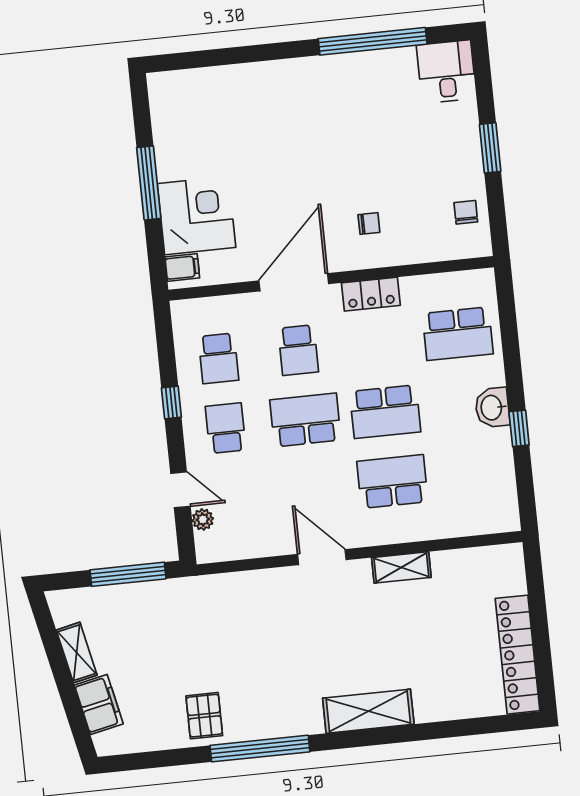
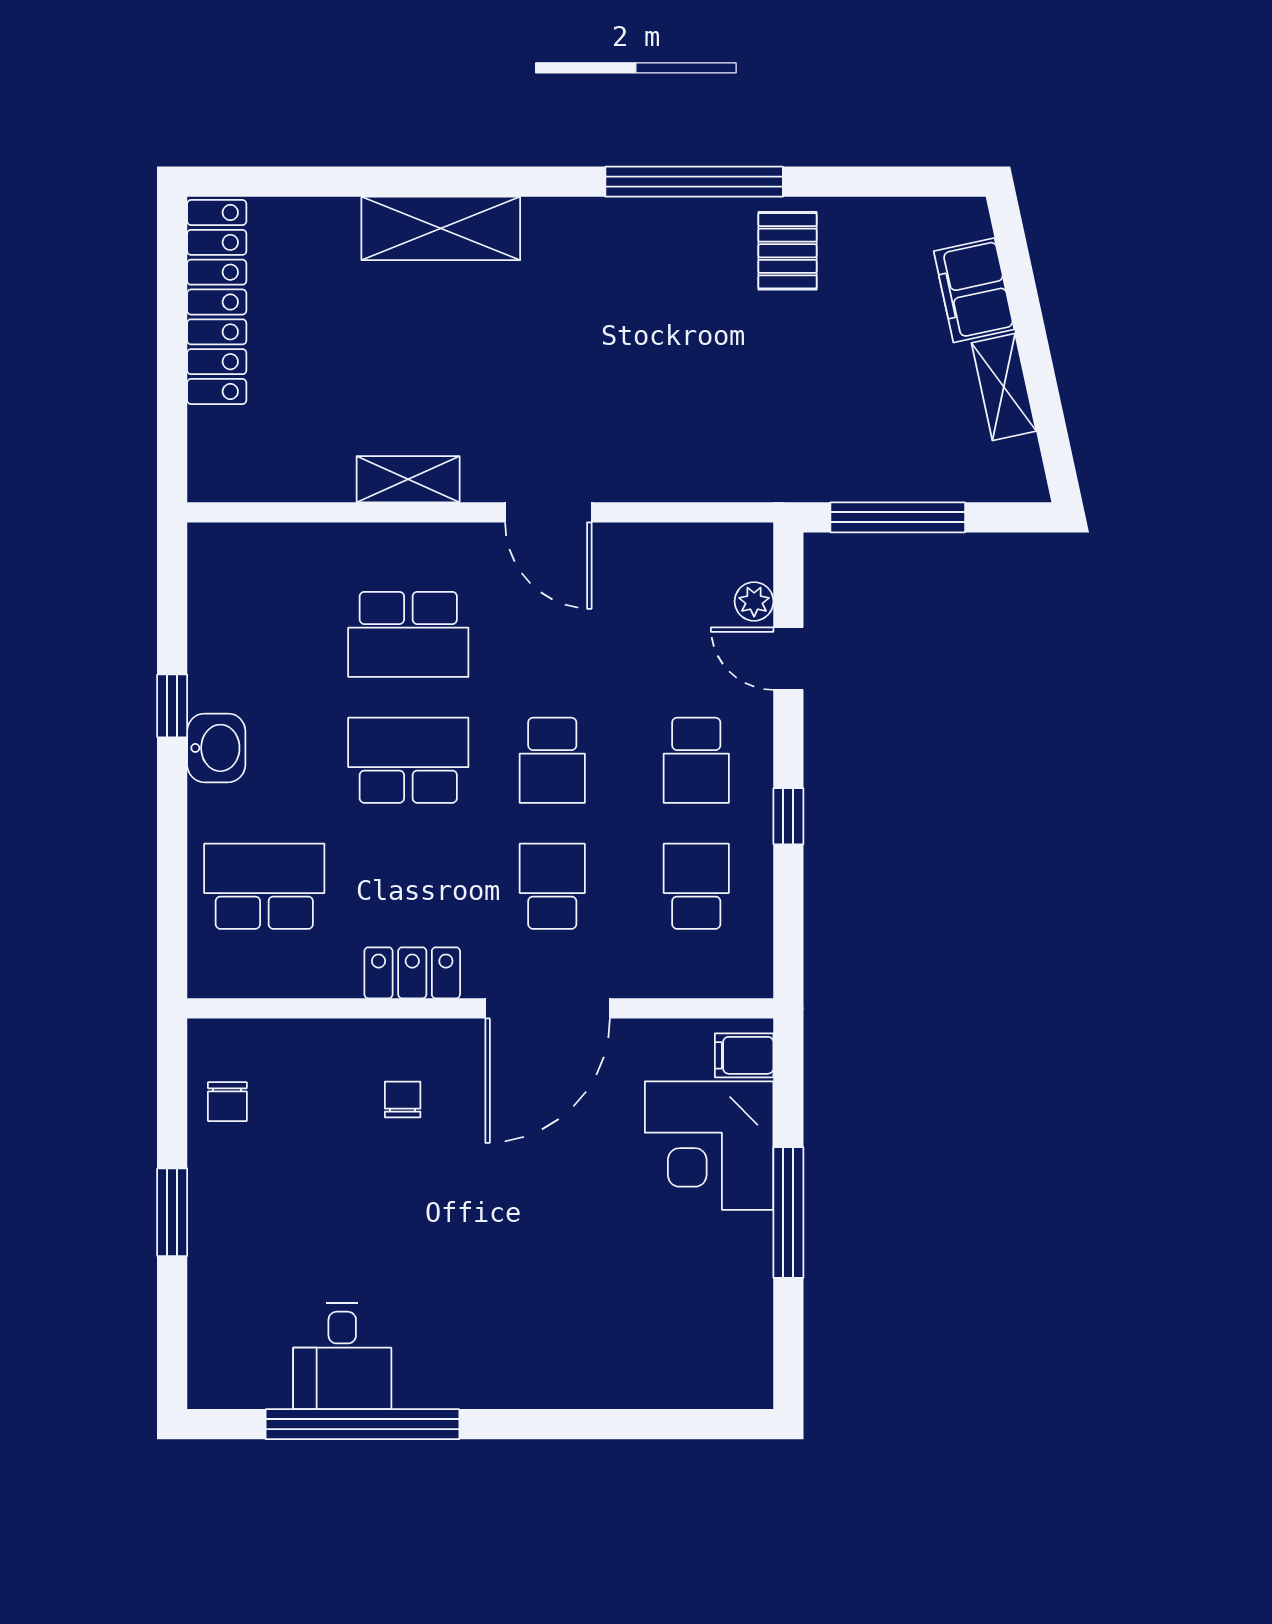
desk: (446, 72) -> (342, 1356), moved
chair: (369, 224) -> (403, 1099), turned 90
school desk: (305, 420) -> (552, 760), width x0.54
shelving: (368, 711) -> (441, 228), moved

